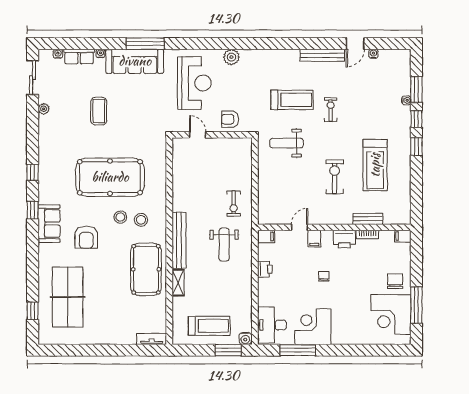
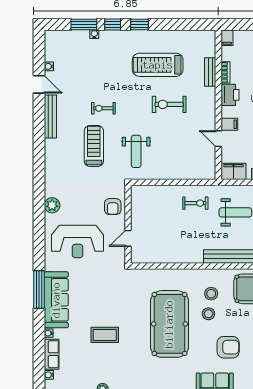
reception desk: (194, 83) -> (77, 242), turned 180
treadmill: (375, 165) -> (158, 65), turned 180
filing cabinet: (266, 236) -> (234, 171), width x2.00

